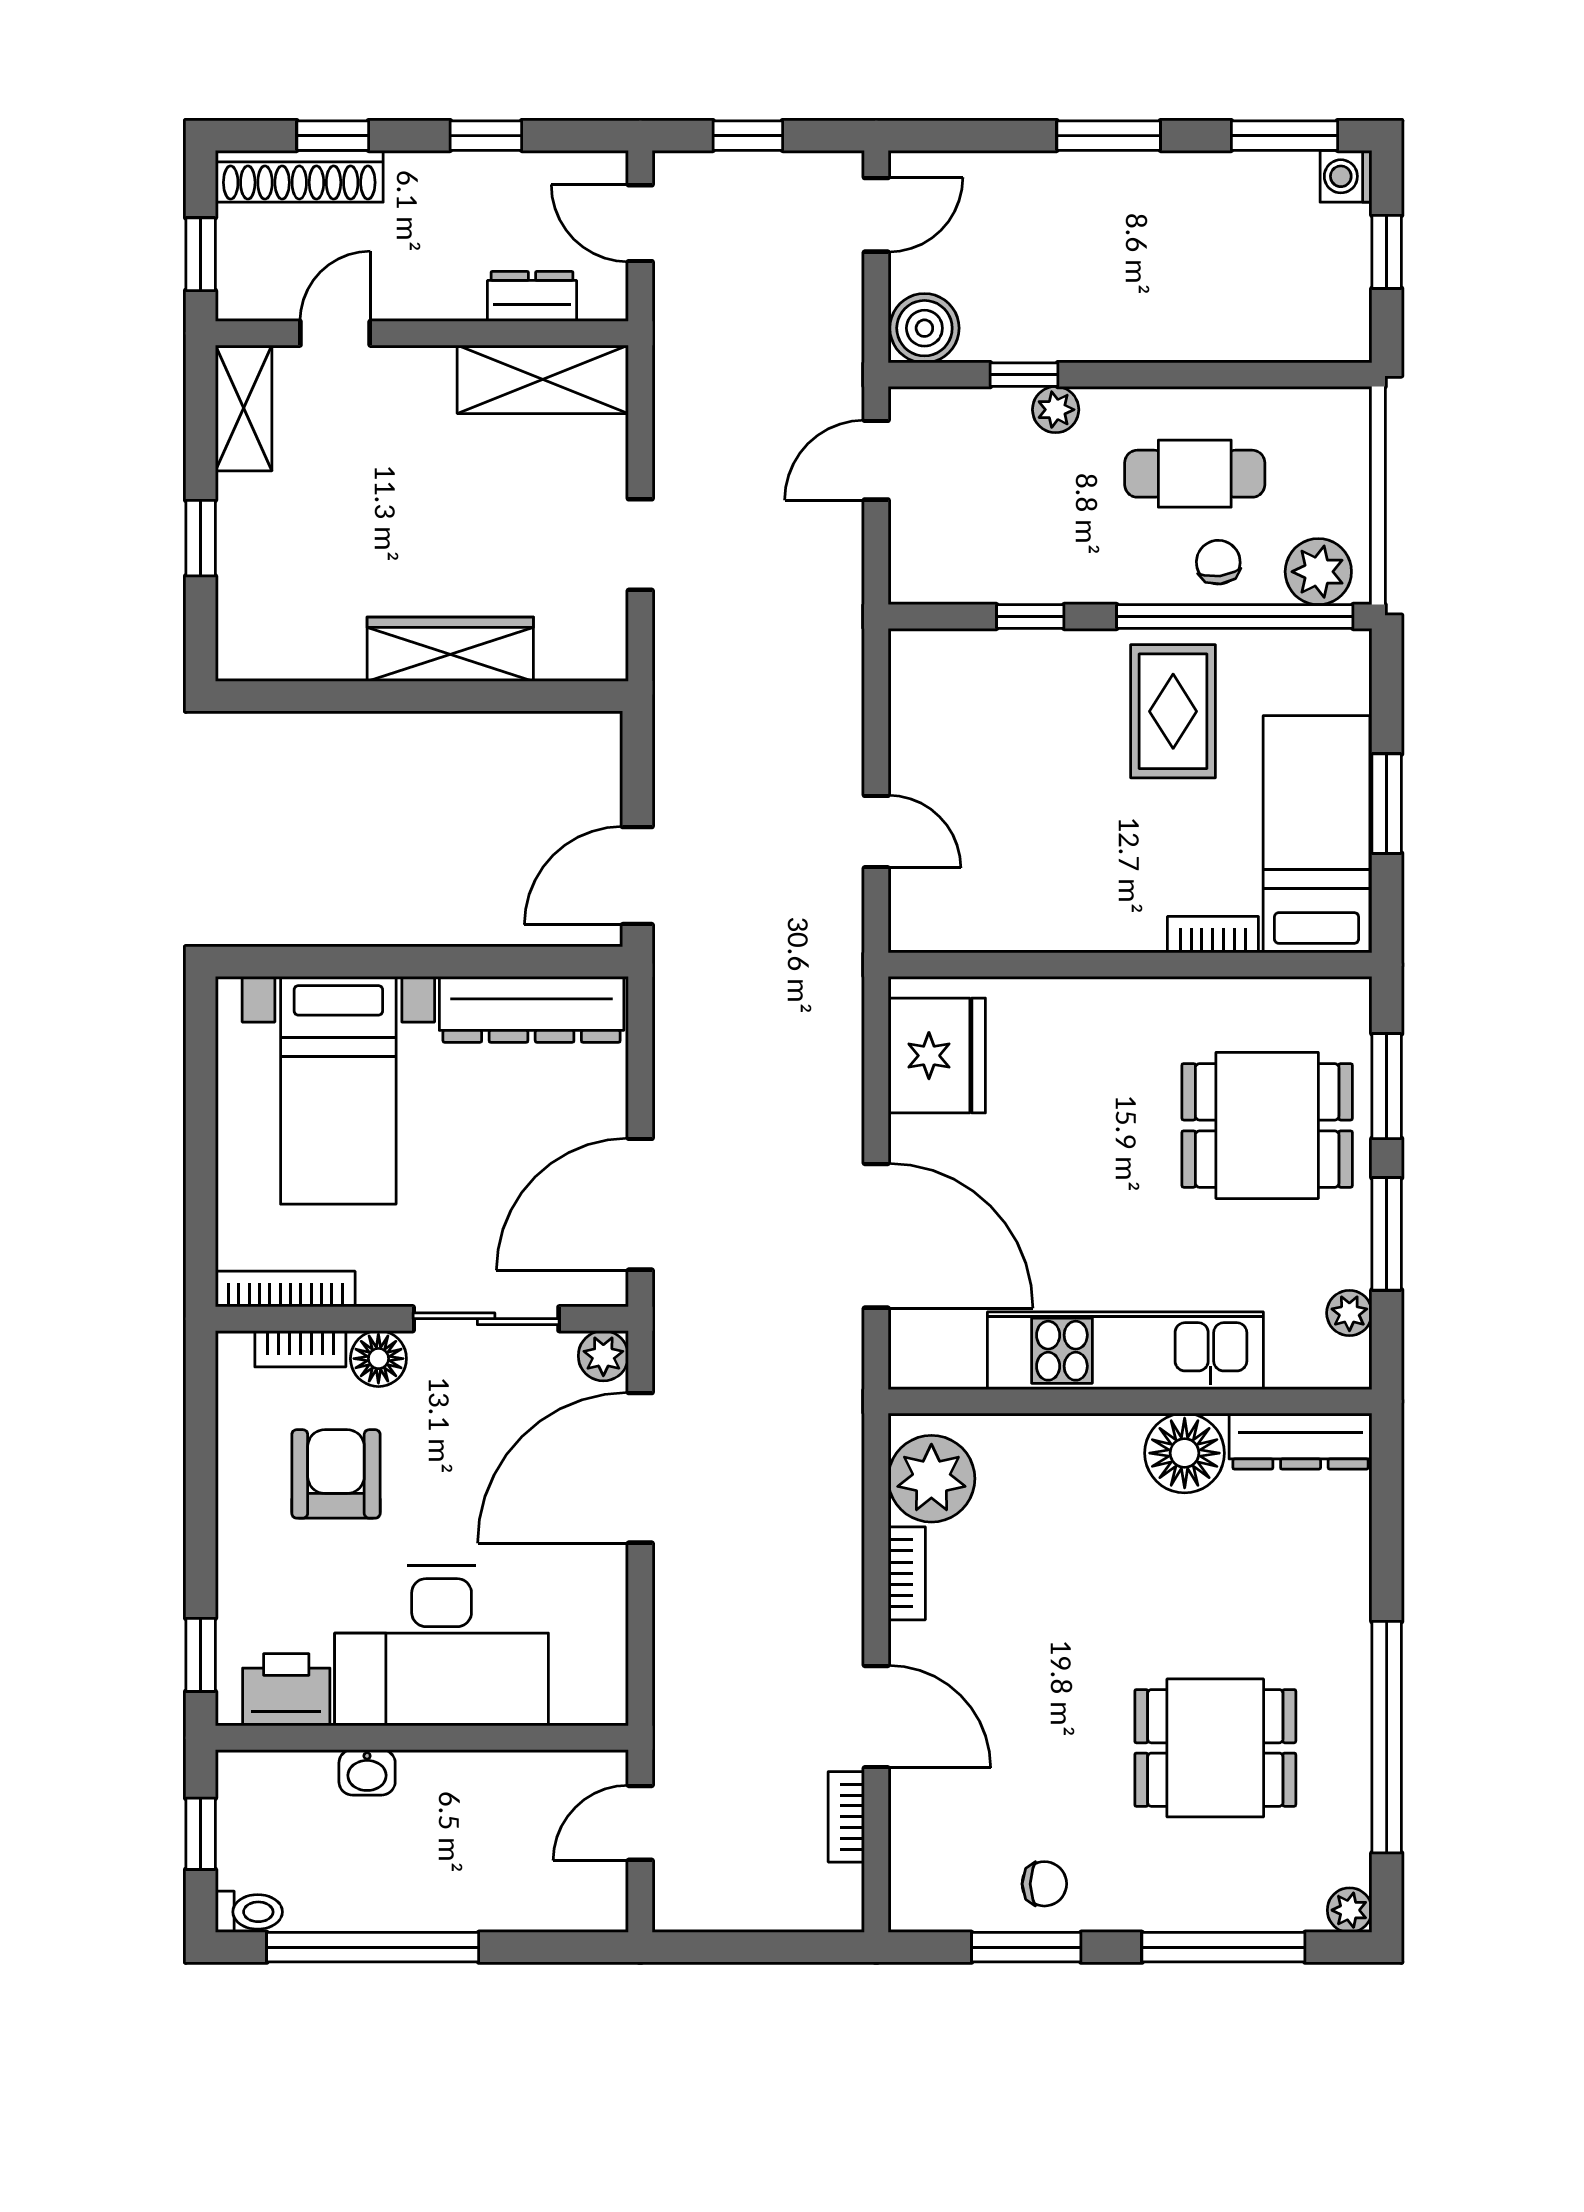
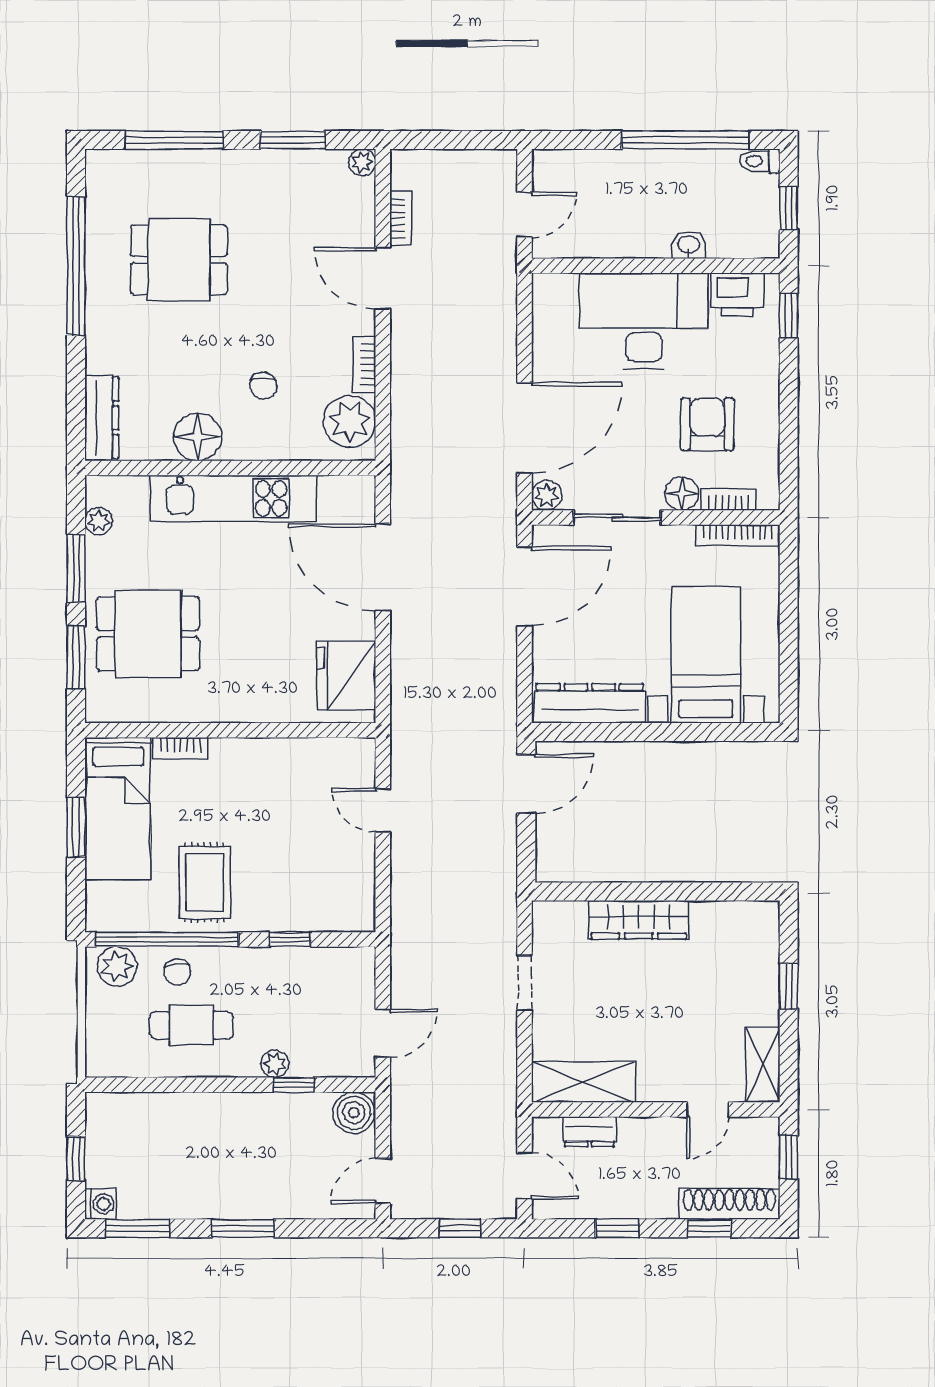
dresser: (1301, 1441) -> (102, 418), moved, turned 90
armchair: (336, 1474) -> (707, 424), turned 180
chair: (1044, 1884) -> (263, 386), moved, turned -90
plant: (1350, 1910) -> (362, 162), moved

